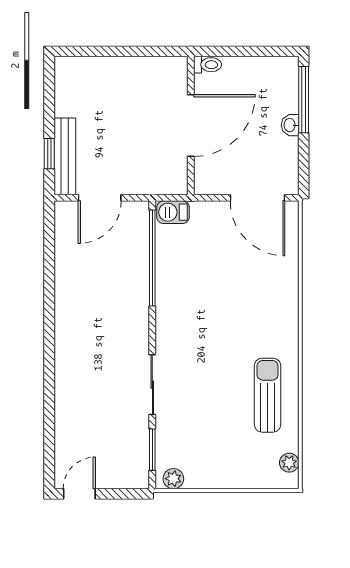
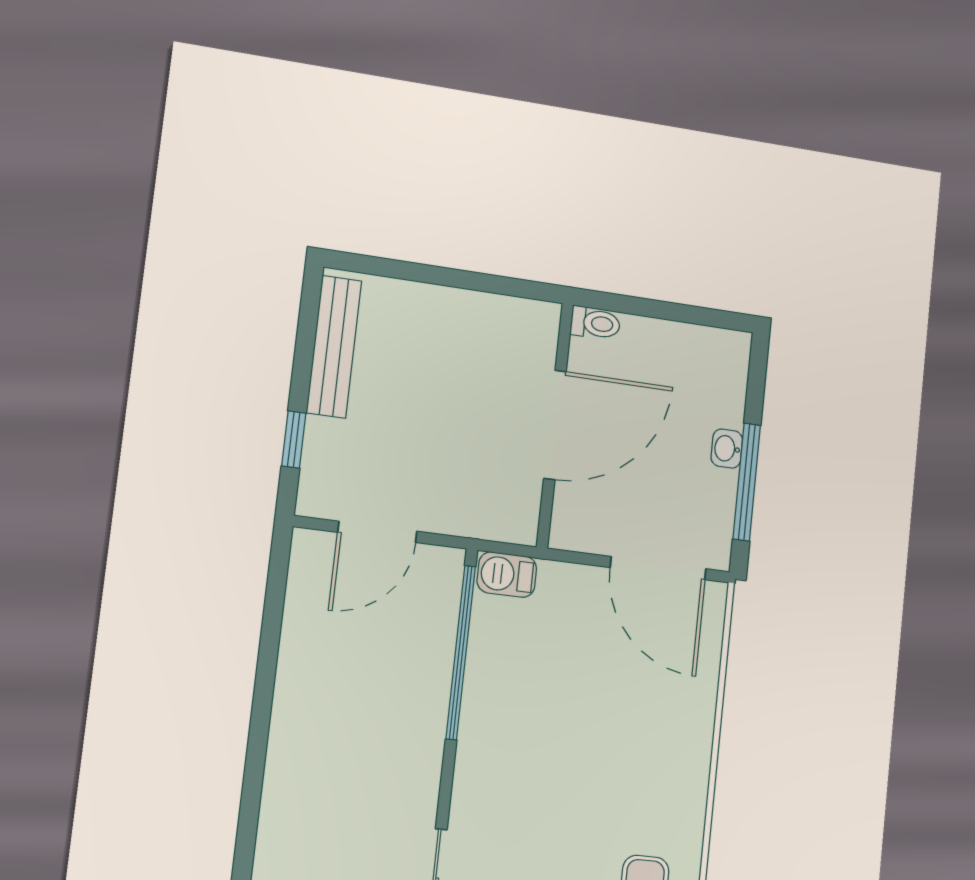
window: (304, 100) -> (747, 482), moved
bench: (65, 156) -> (334, 347), moved

